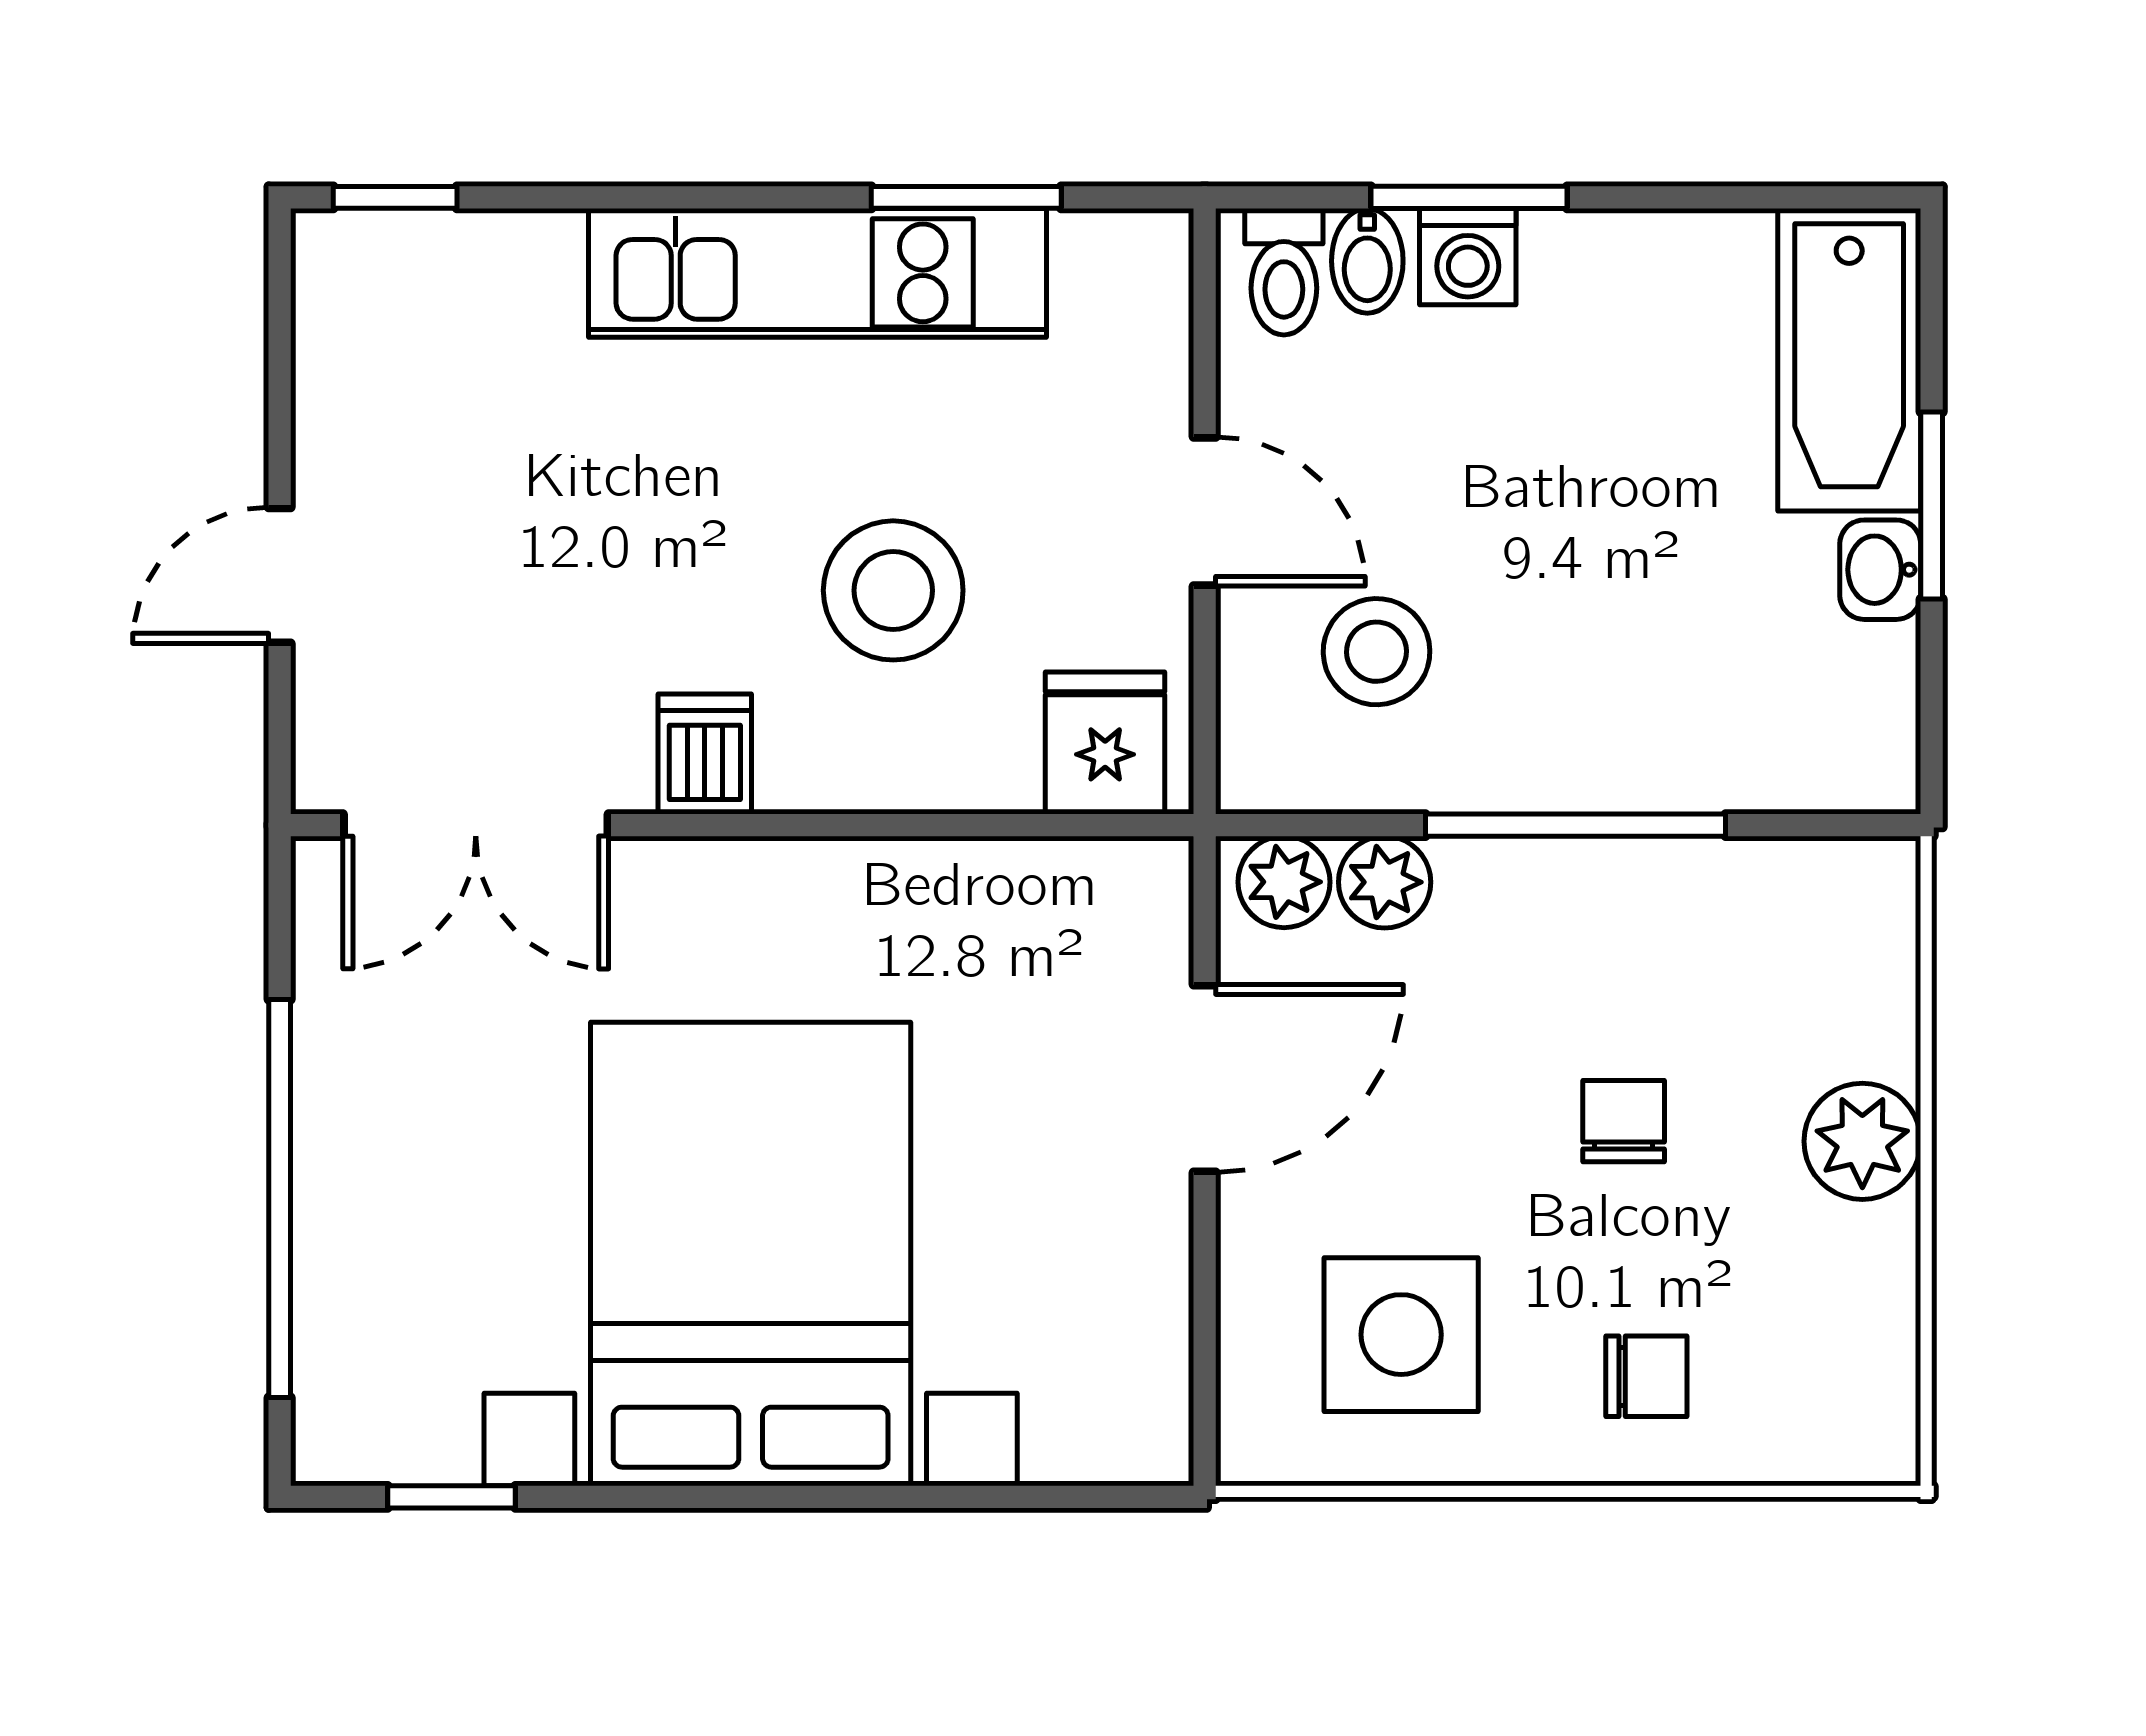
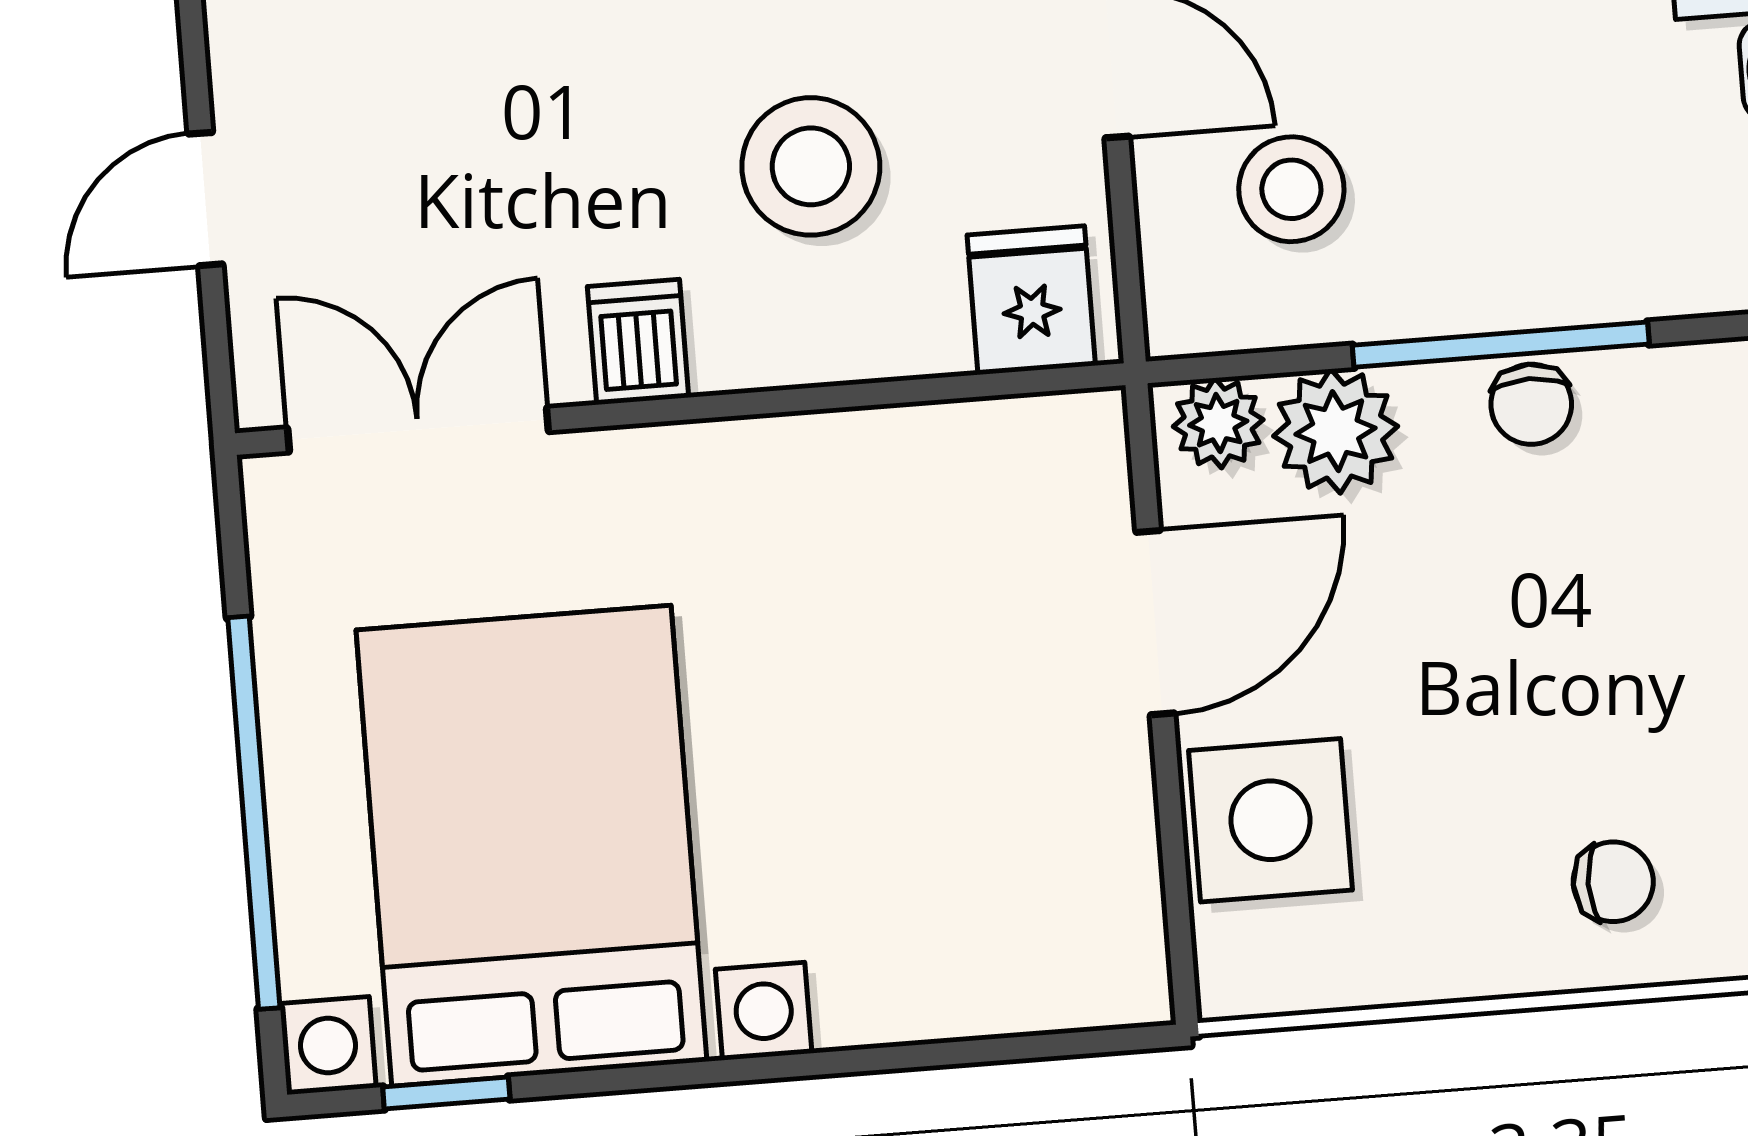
double door: (476, 825) -> (418, 430), swing flipped
plant: (1385, 882) -> (1336, 431), width x1.38, depth x1.38
chair: (1624, 1121) -> (1531, 404), moved, turned 180
bed with nightstands: (751, 1254) -> (531, 846), moved
side table: (1401, 1335) -> (1270, 820), moved

